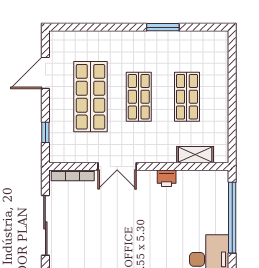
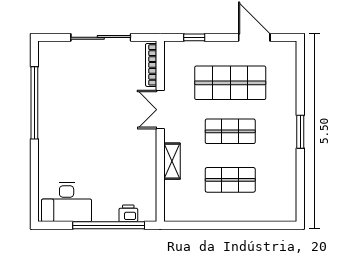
window: (163, 27) -> (300, 132), moved
shelving: (195, 155) -> (172, 161), moved
printer: (167, 178) -> (128, 213), moved, turned 90

